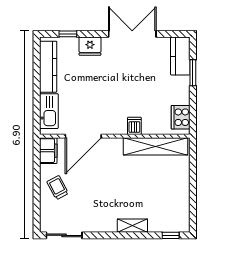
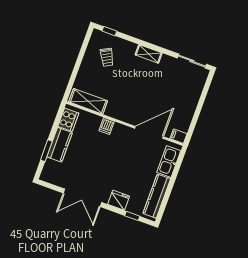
kitchen counter: (180, 56) -> (60, 145), moved
shelving: (155, 146) -> (88, 101), width x0.68
filing cabinet: (48, 151) -> (178, 136), width x0.50
trolley: (58, 188) -> (107, 57), moved
shelving: (132, 226) -> (149, 54), moved

